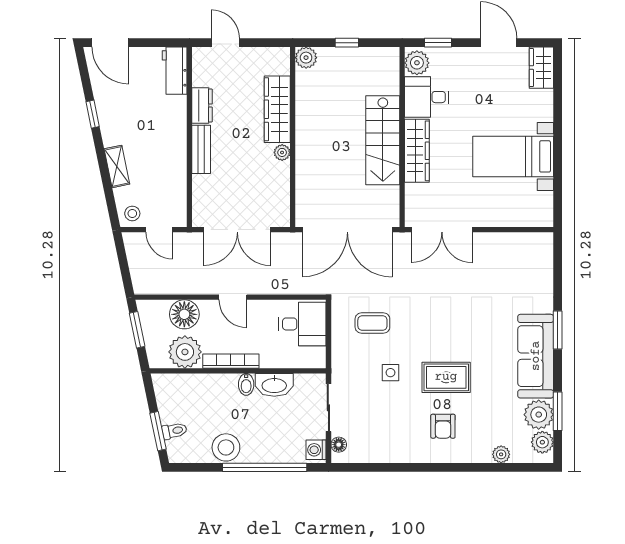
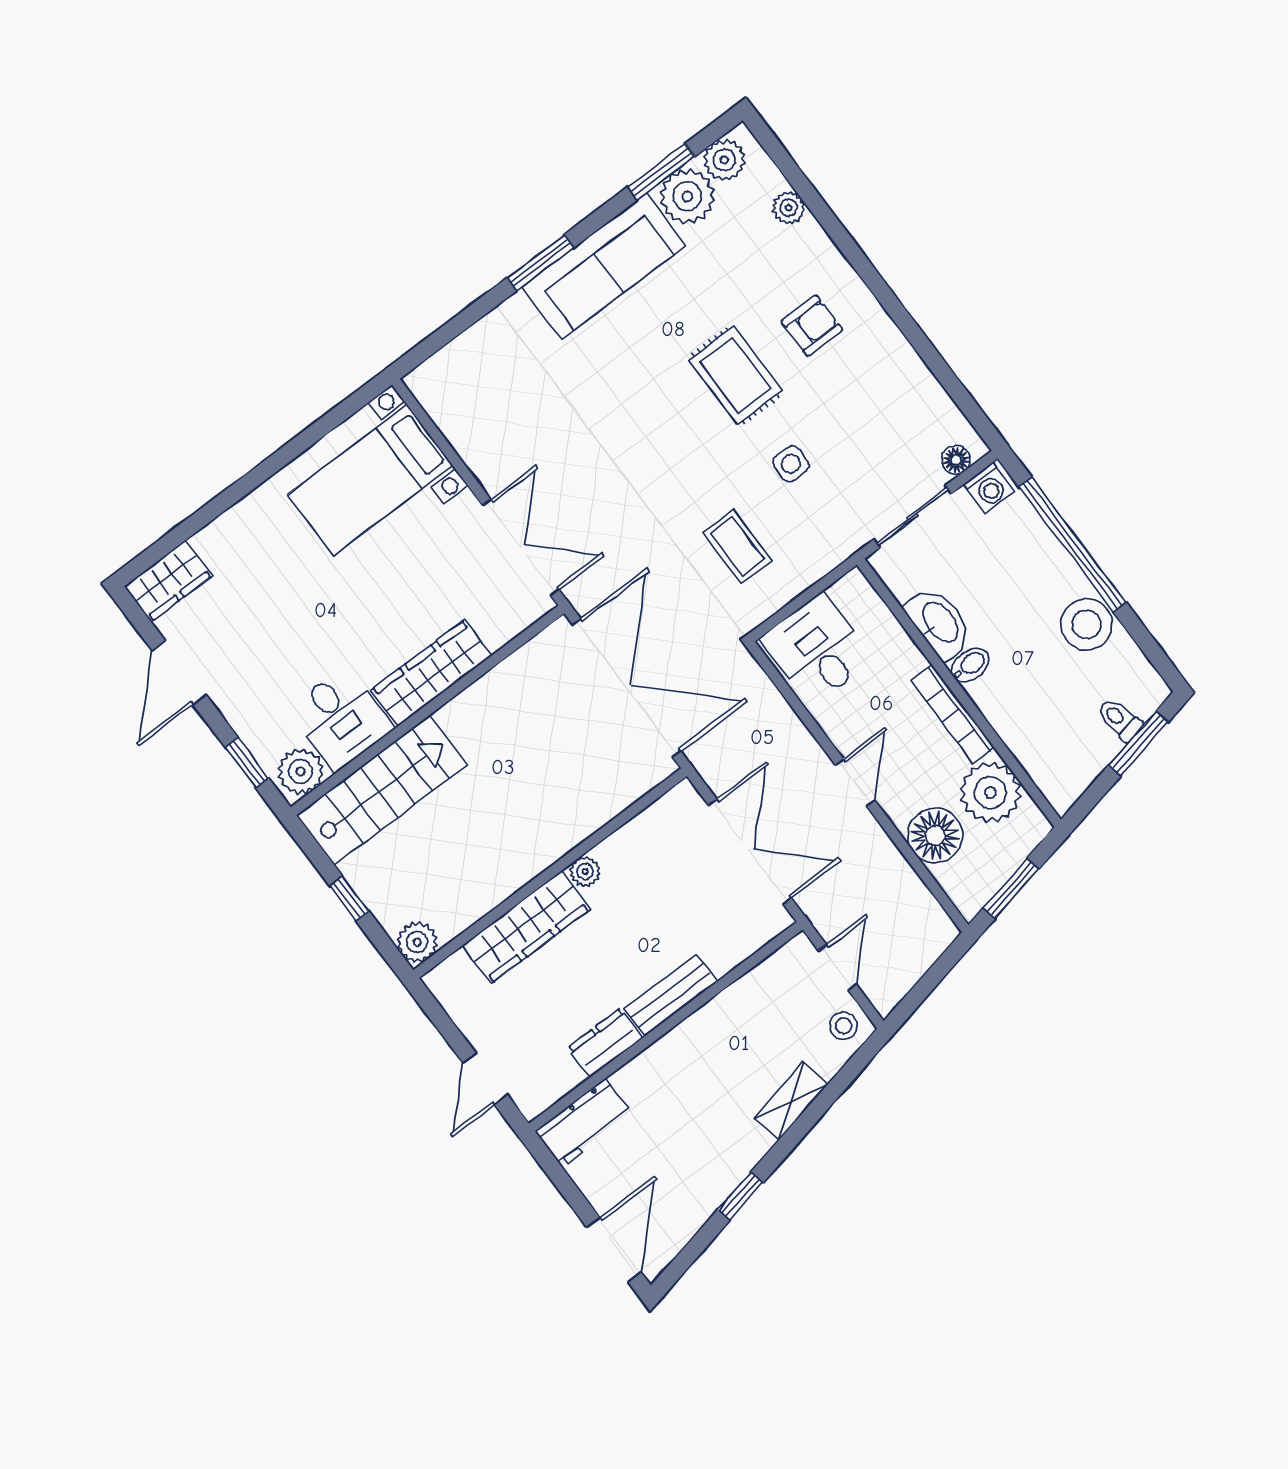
stairs: (383, 140) -> (382, 790), moved
bed with nightstands: (513, 156) -> (370, 480), moved, turned 90

